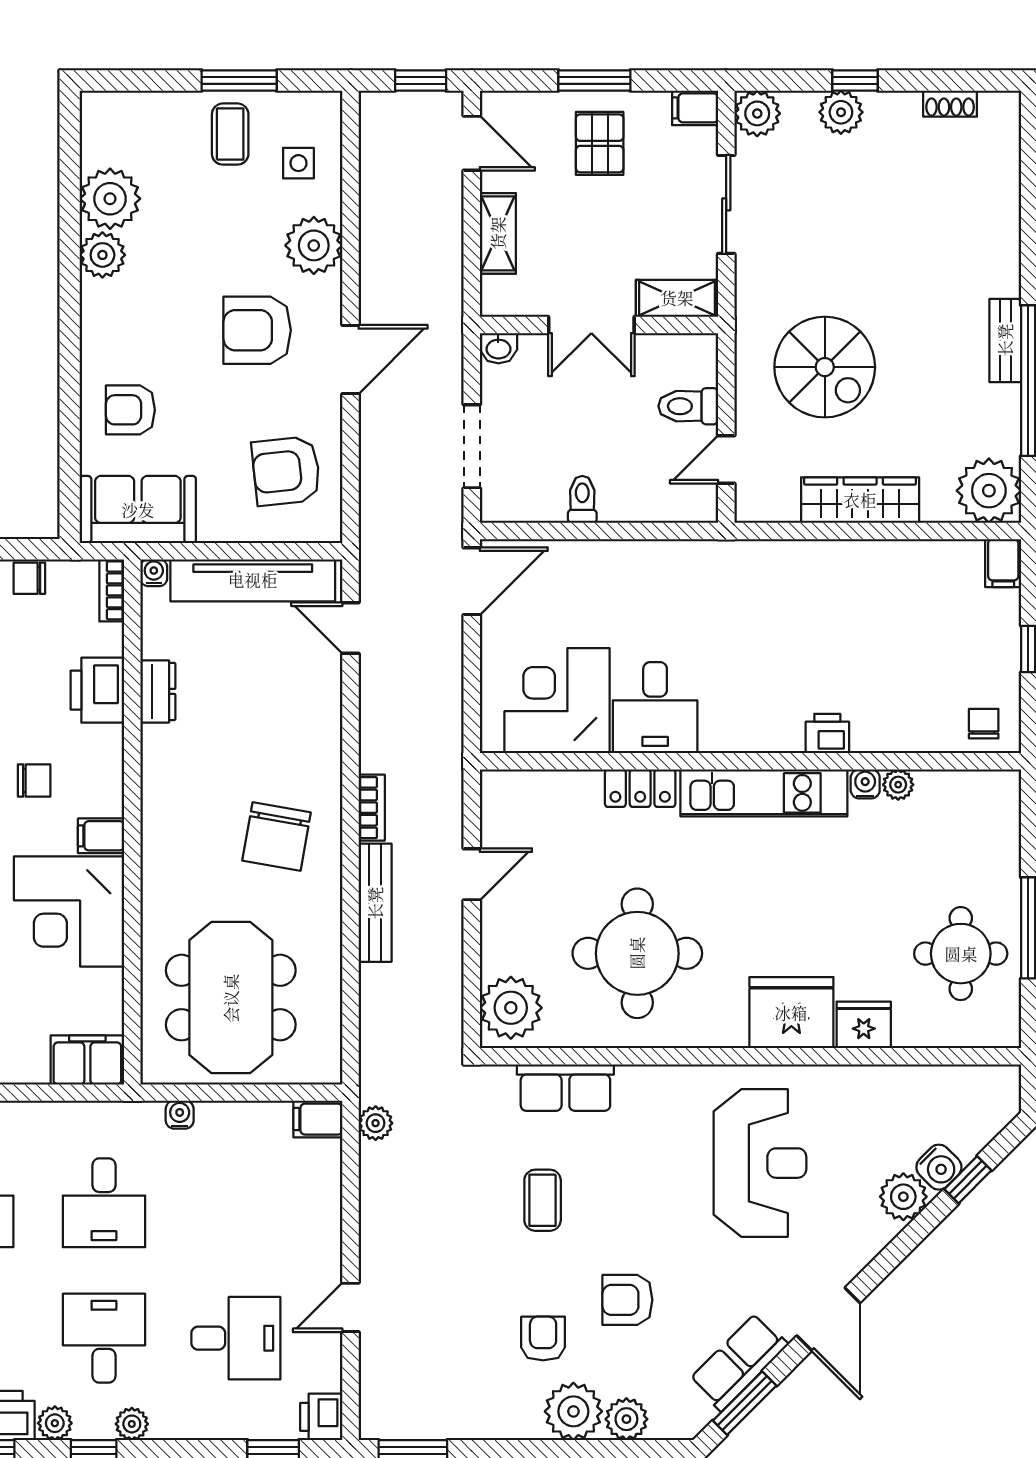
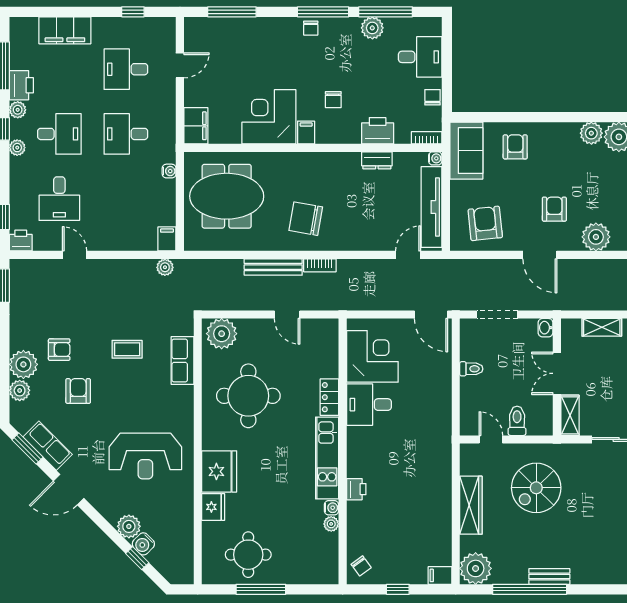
armchair: (257, 330) -> (554, 209), width x0.72, depth x0.72
chair: (984, 724) -> (361, 566), turned 54

